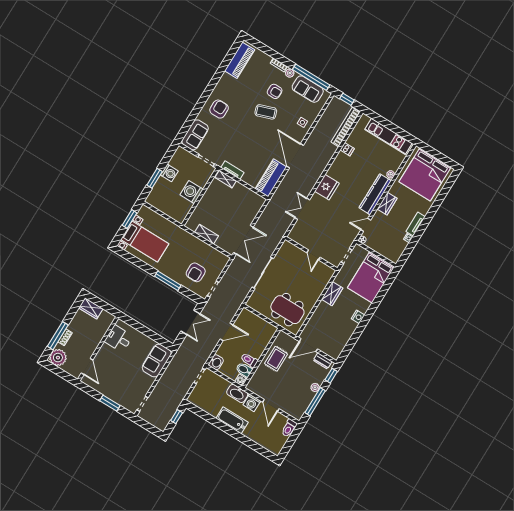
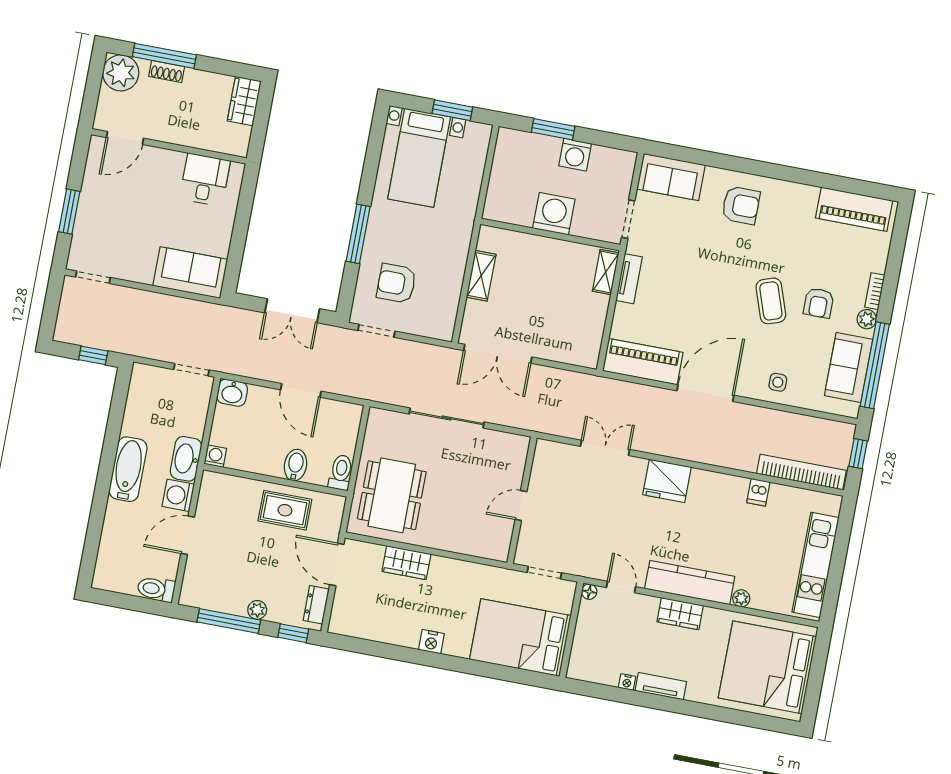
wardrobe: (332, 294) -> (406, 563), moved
toilet: (249, 360) -> (341, 472), moved
bidet: (244, 370) -> (295, 465), moved

